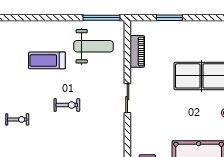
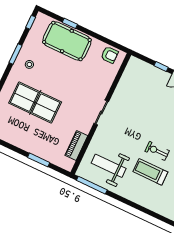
treadmill: (47, 60) -> (150, 172), turned 180
exercise bike: (67, 105) -> (157, 151), moved

